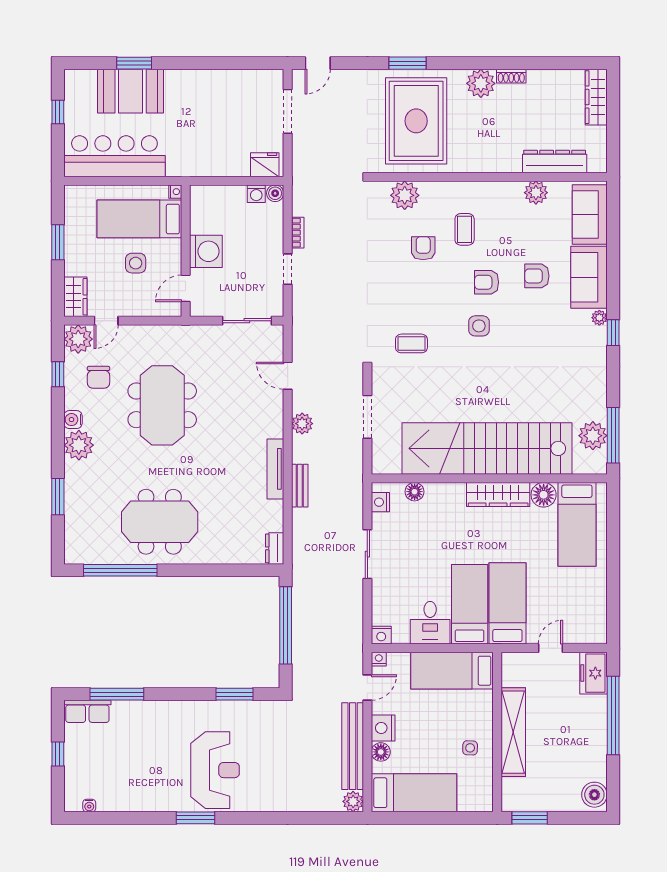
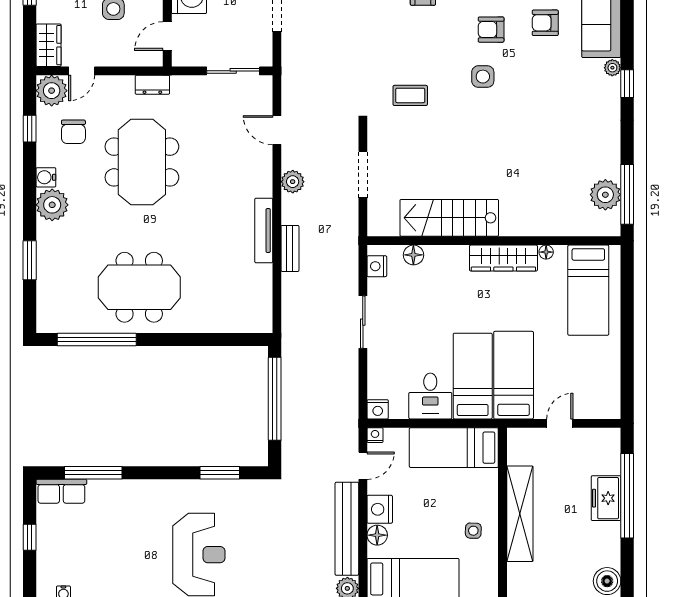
stairs: (487, 448) -> (449, 218), width x0.54, depth x0.66
floor lamp: (544, 495) -> (546, 252), width x0.53, depth x0.53
dresser: (275, 548) -> (152, 85), moved, turned -90
freezer: (593, 673) -> (606, 498), moved

